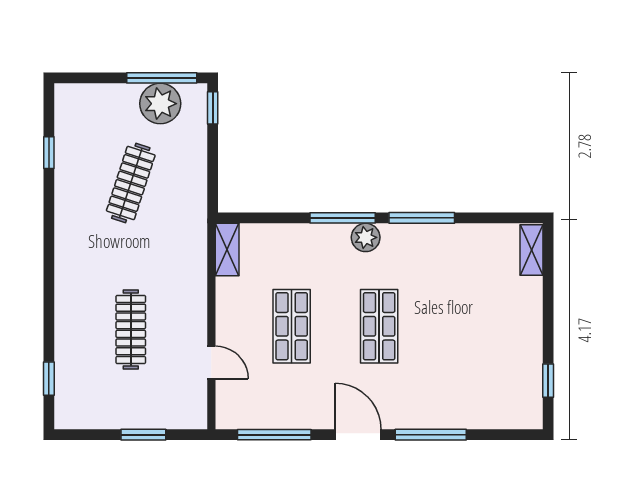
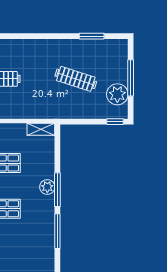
window: (162, 78) -> (131, 78), moved
window: (49, 153) -> (92, 36), width x1.50
plant: (366, 237) -> (47, 187), moved

